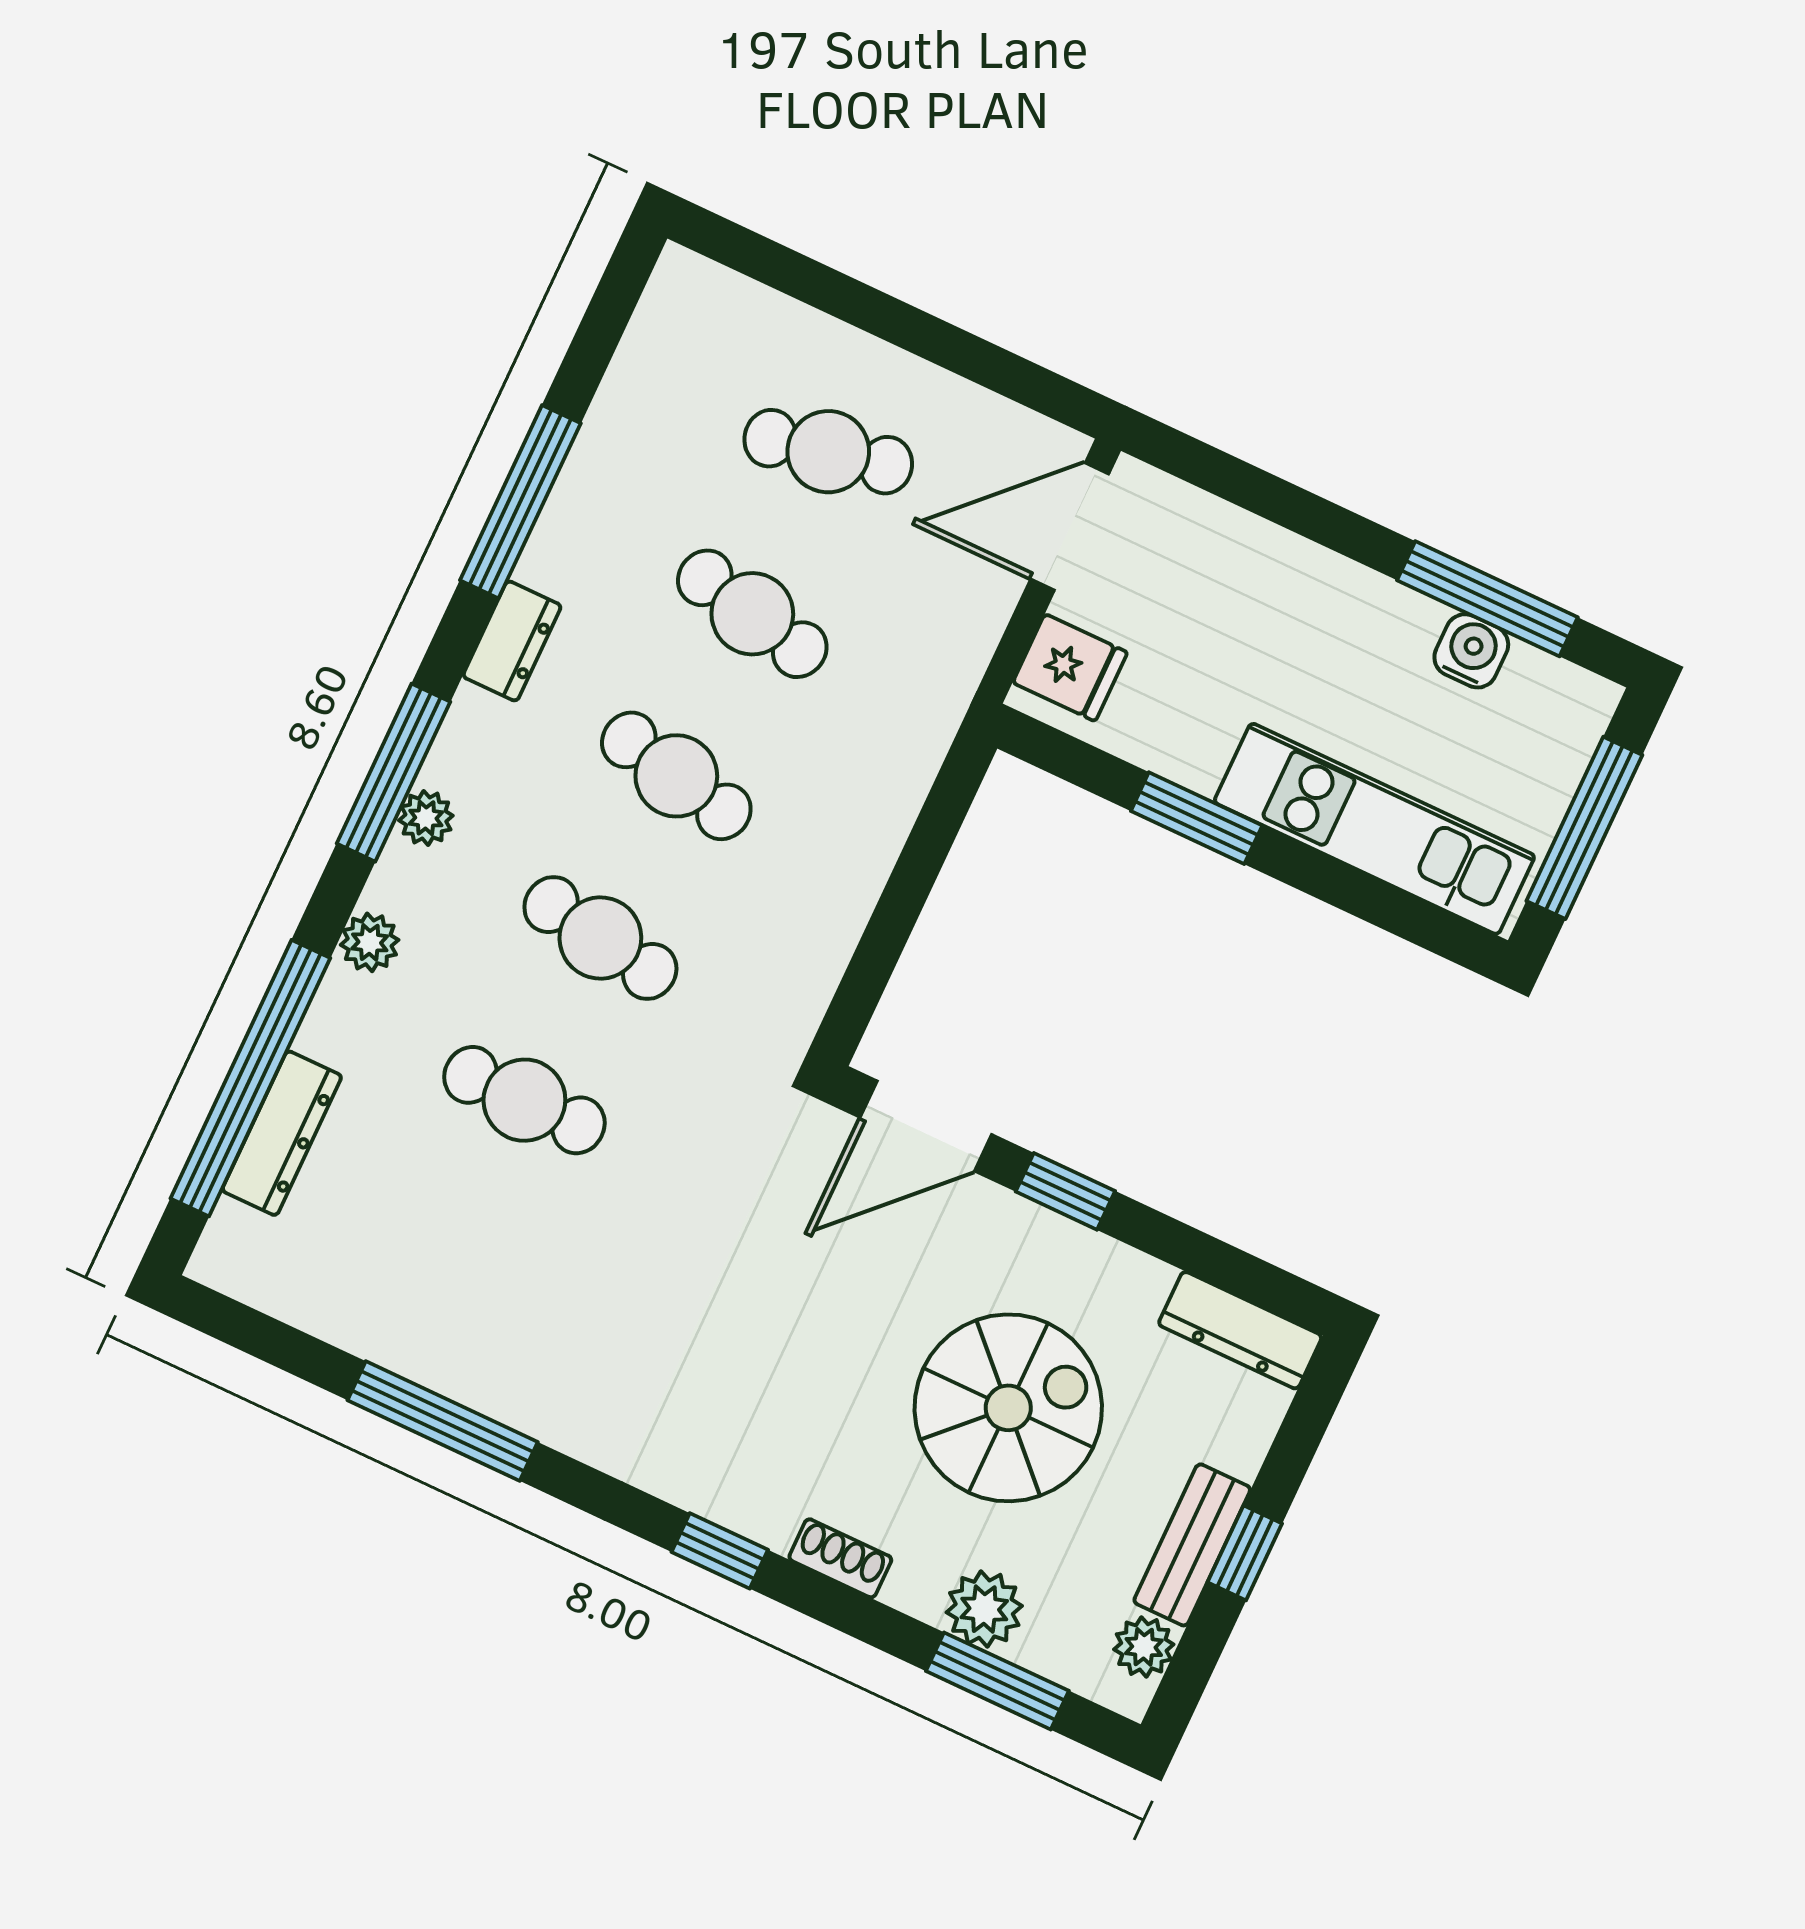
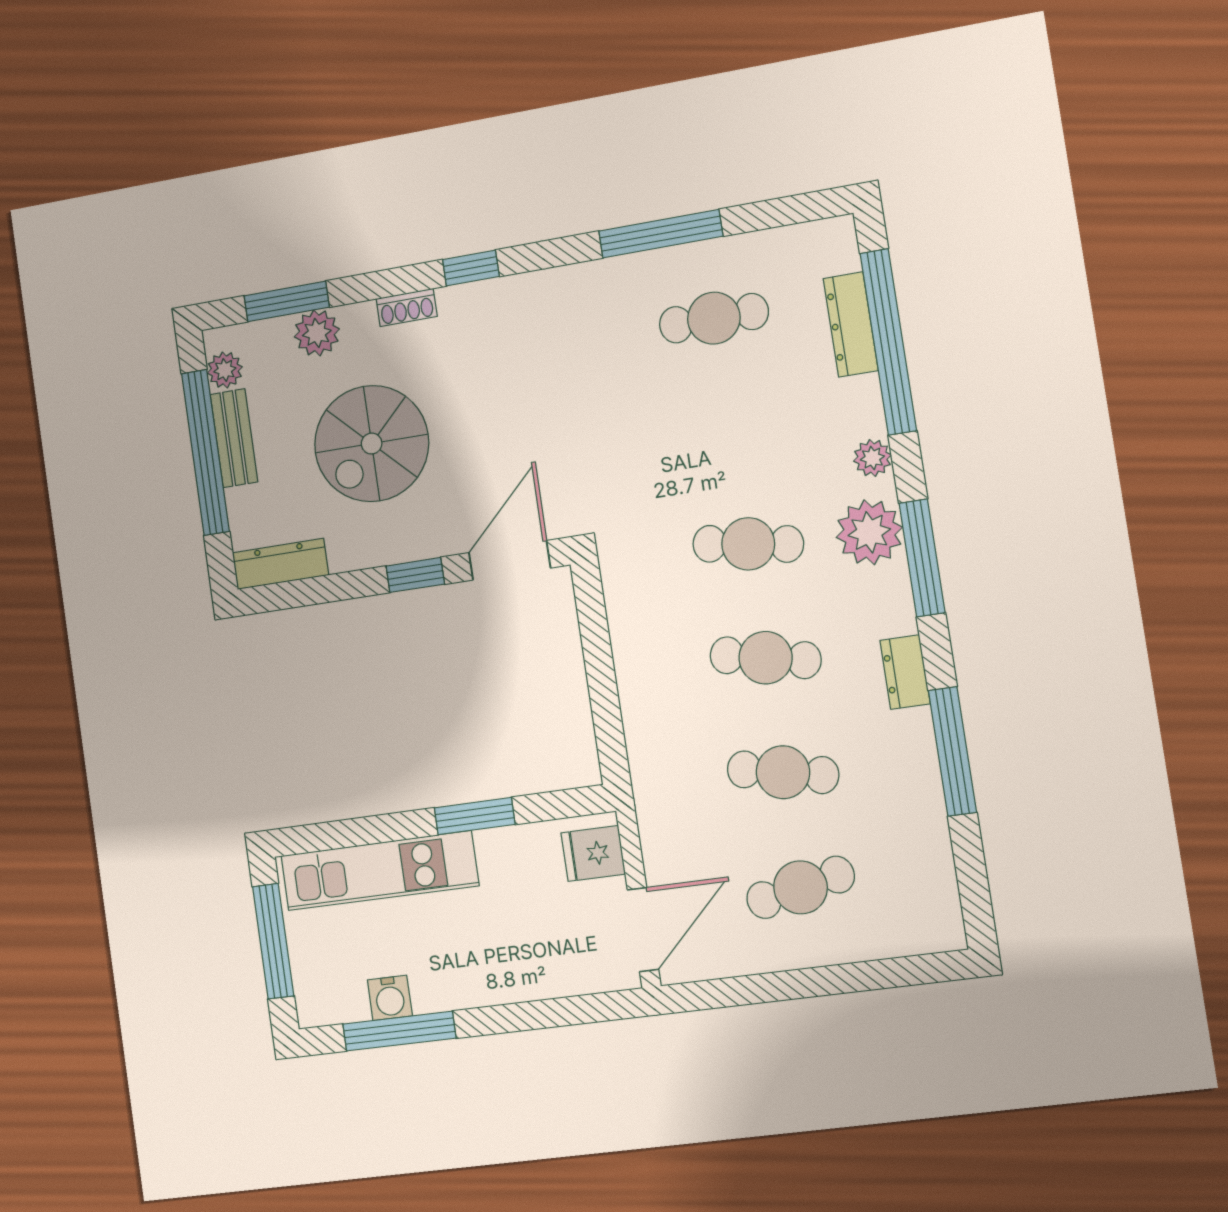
plant: (426, 818) -> (869, 532), width x1.88, depth x1.88
cafe table: (524, 1100) -> (714, 318), moved
window: (1245, 1553) -> (205, 452), width x3.17

